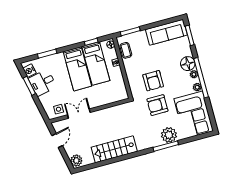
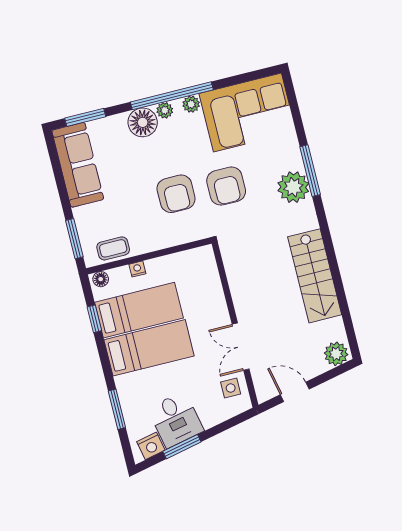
armchair: (153, 81) -> (176, 194), turned 90
plant: (169, 135) -> (293, 187), moved

